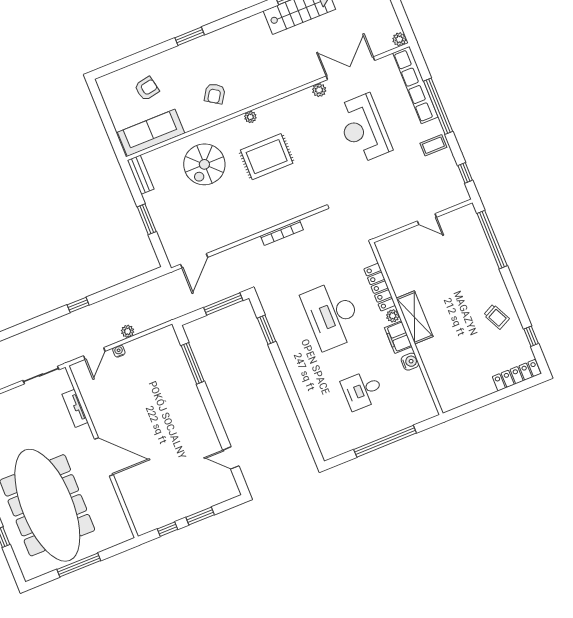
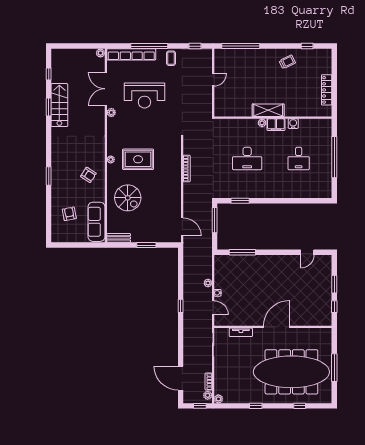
rug: (267, 157) -> (138, 159), turned 90
locker: (380, 287) -> (242, 124), removed
desk: (332, 315) -> (247, 158), width x0.73, depth x0.77
locker: (517, 375) -> (327, 90), moved

